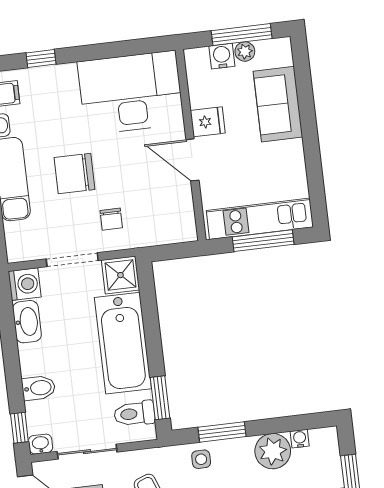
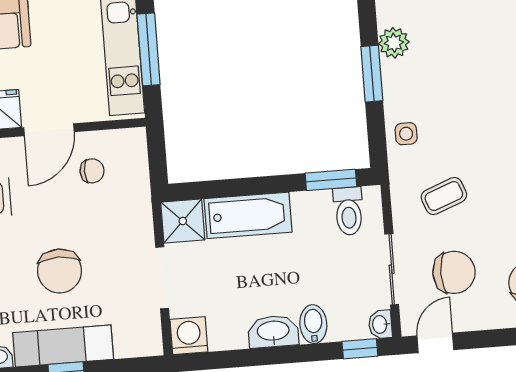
chair: (111, 219) -> (92, 171), moved
washbasin: (27, 322) -> (273, 332), moved
bathtub: (123, 343) -> (248, 215), width x0.73, depth x0.73
window: (222, 432) -> (372, 74), moved
water cooler: (300, 439) -> (386, 15), removed
plant: (273, 451) -> (394, 43), width x0.73, depth x0.73

